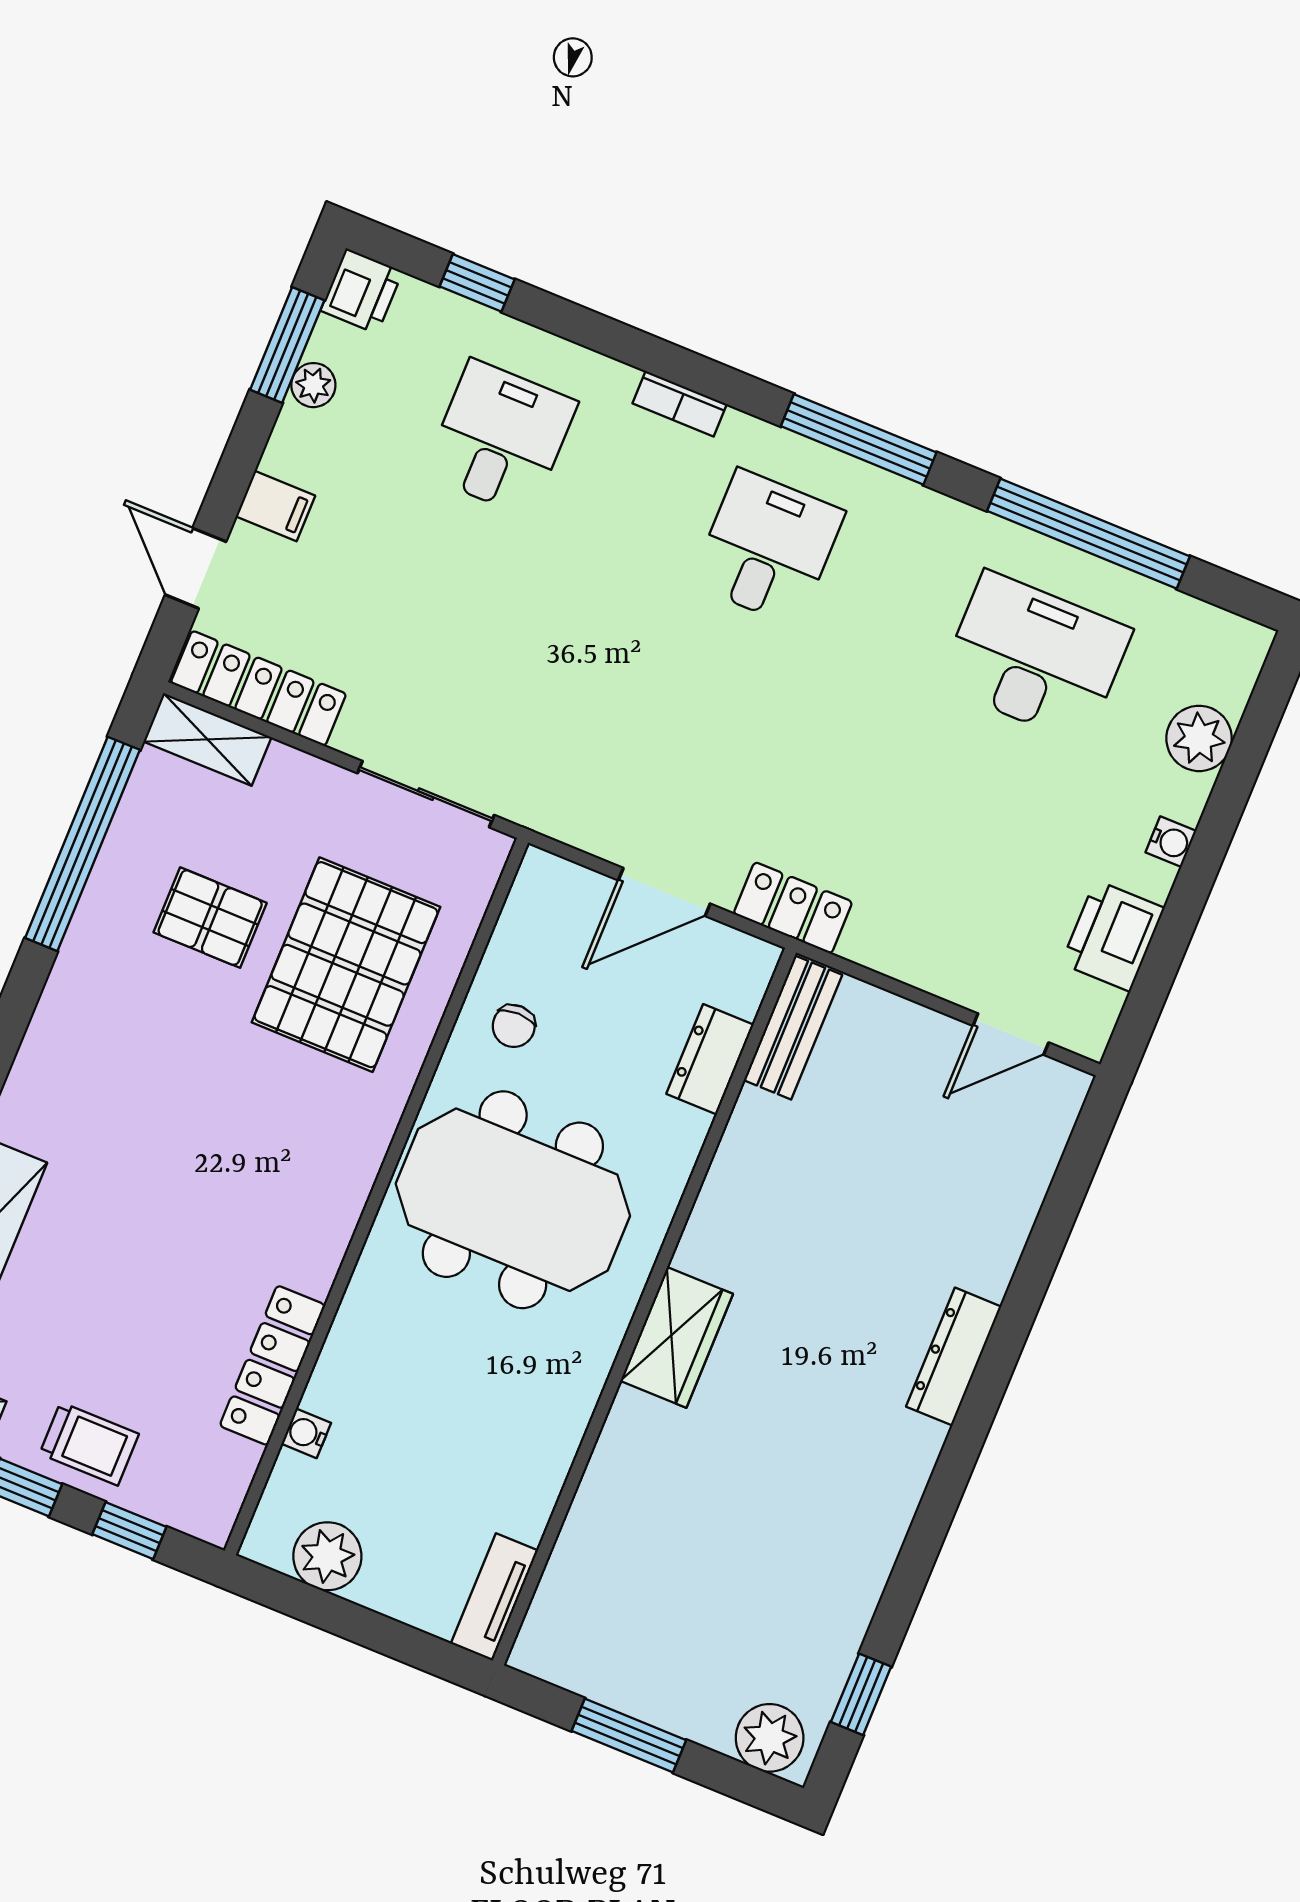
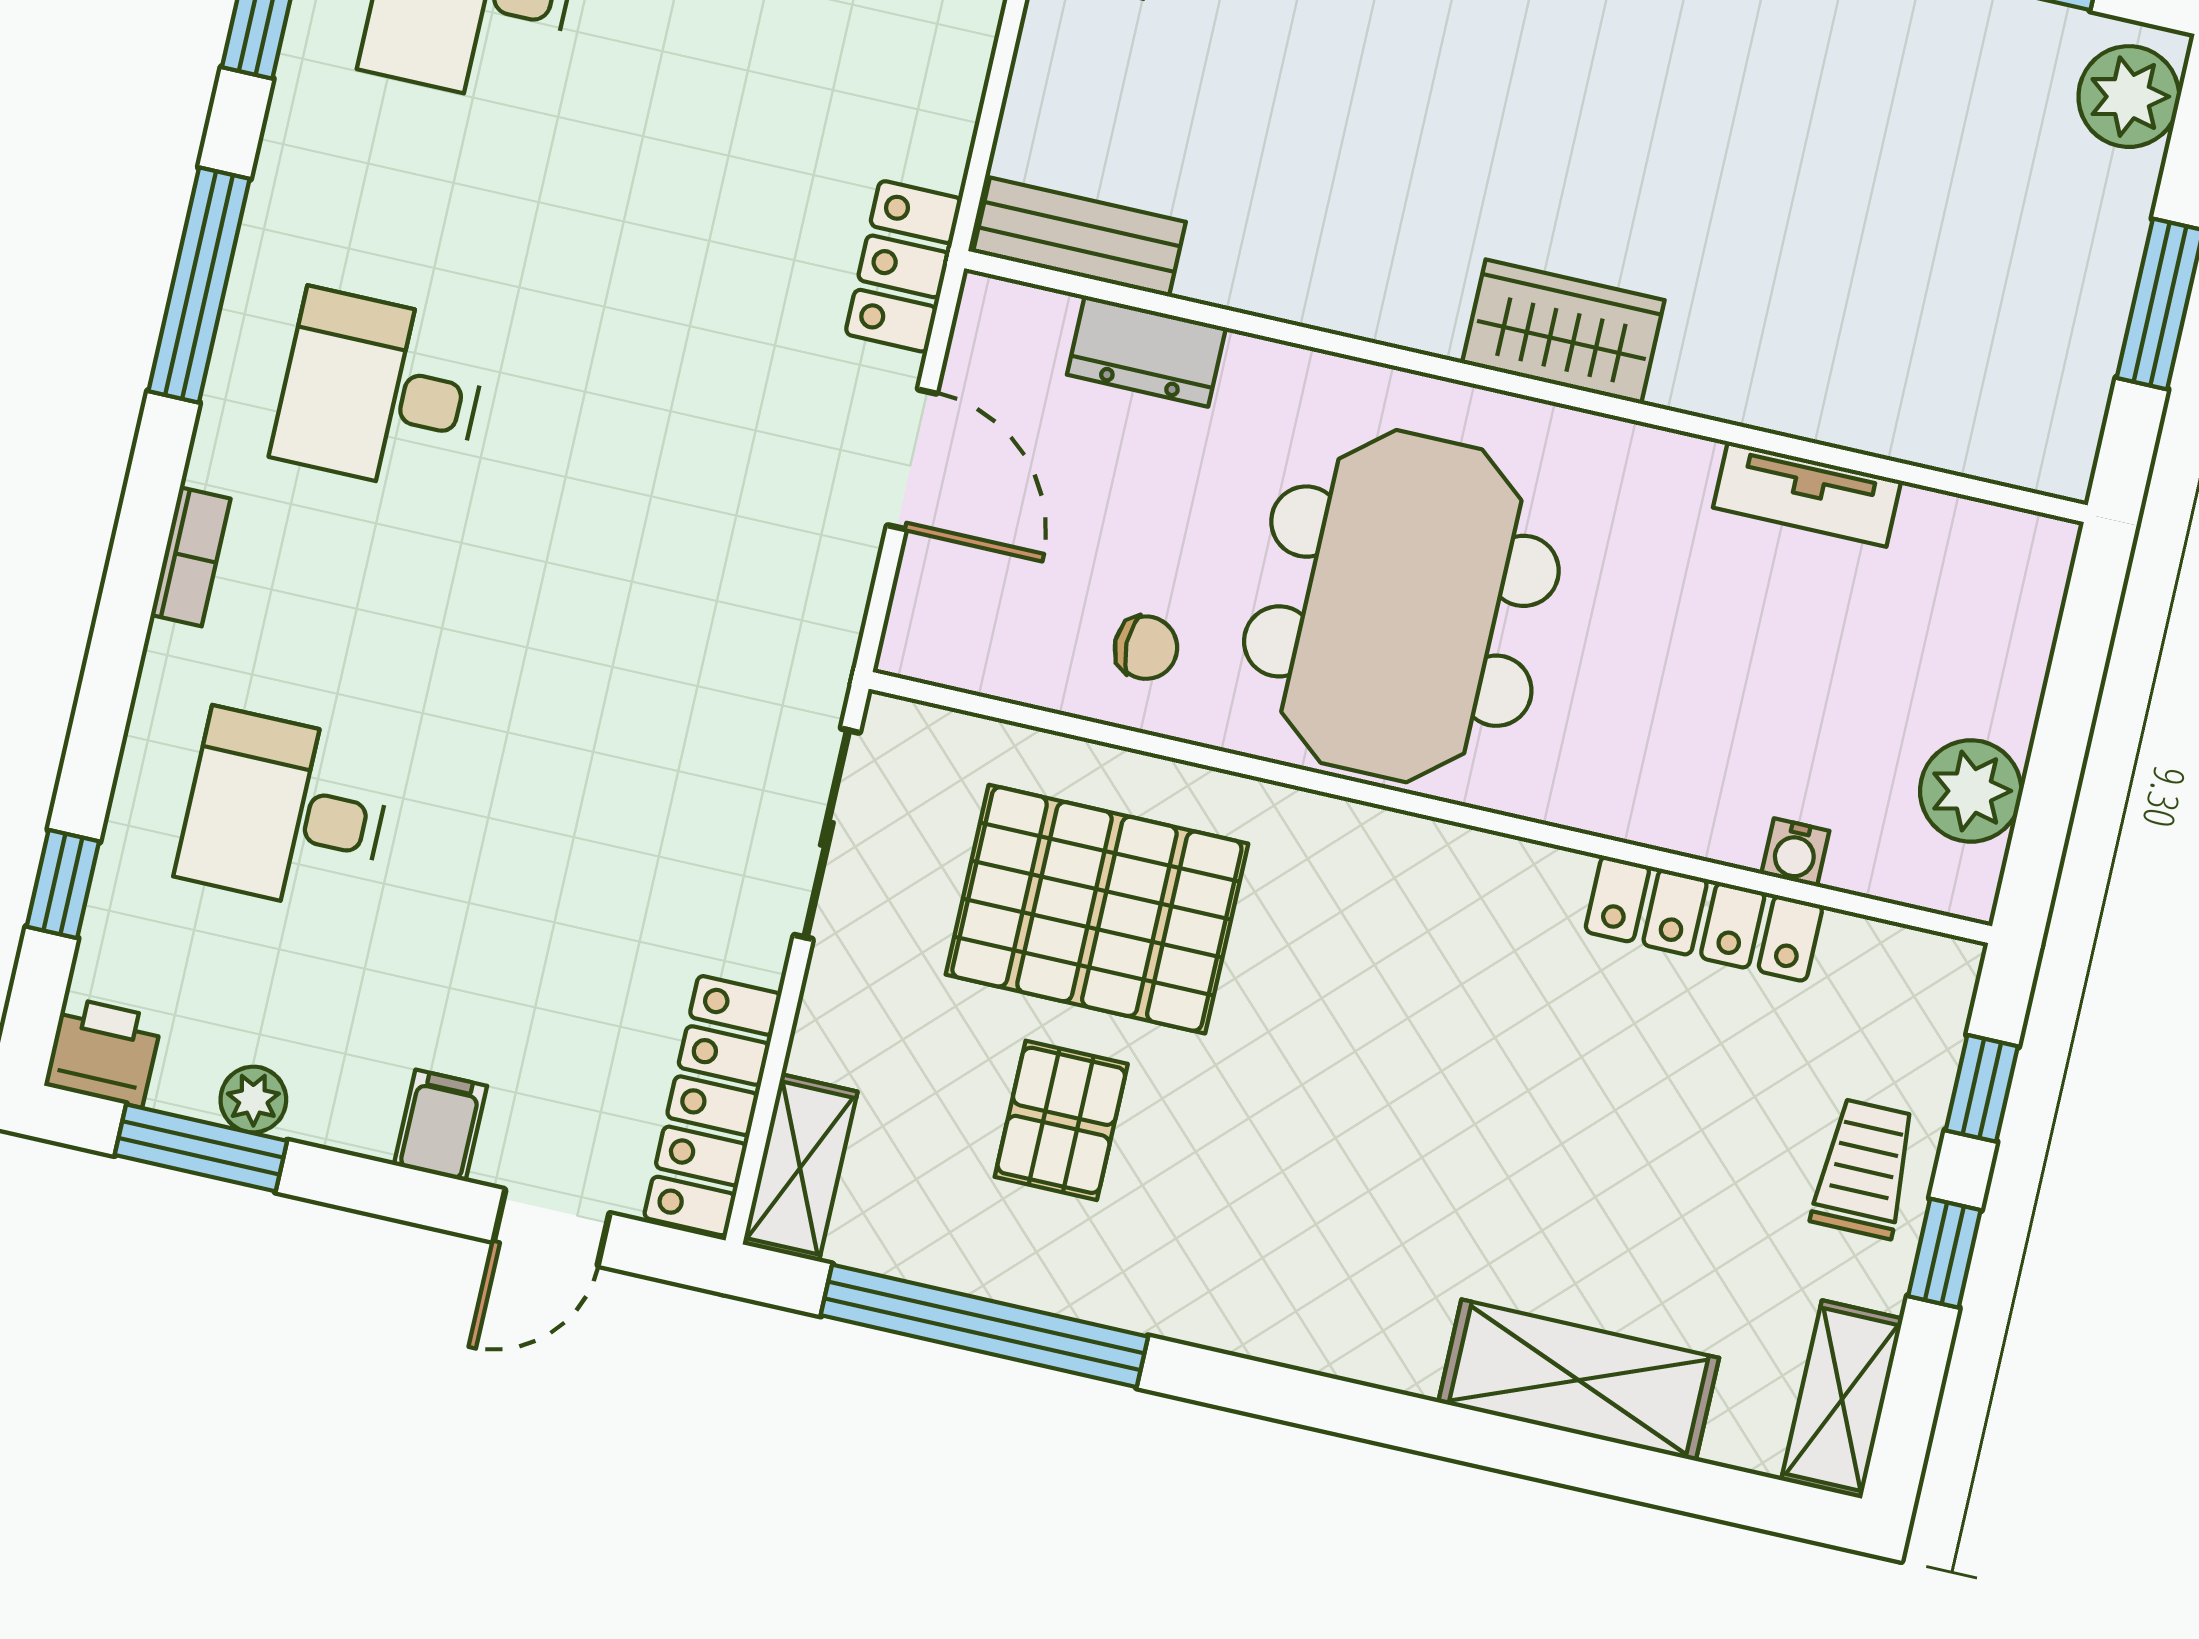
tv unit: (494, 1597) -> (1807, 494), moved

